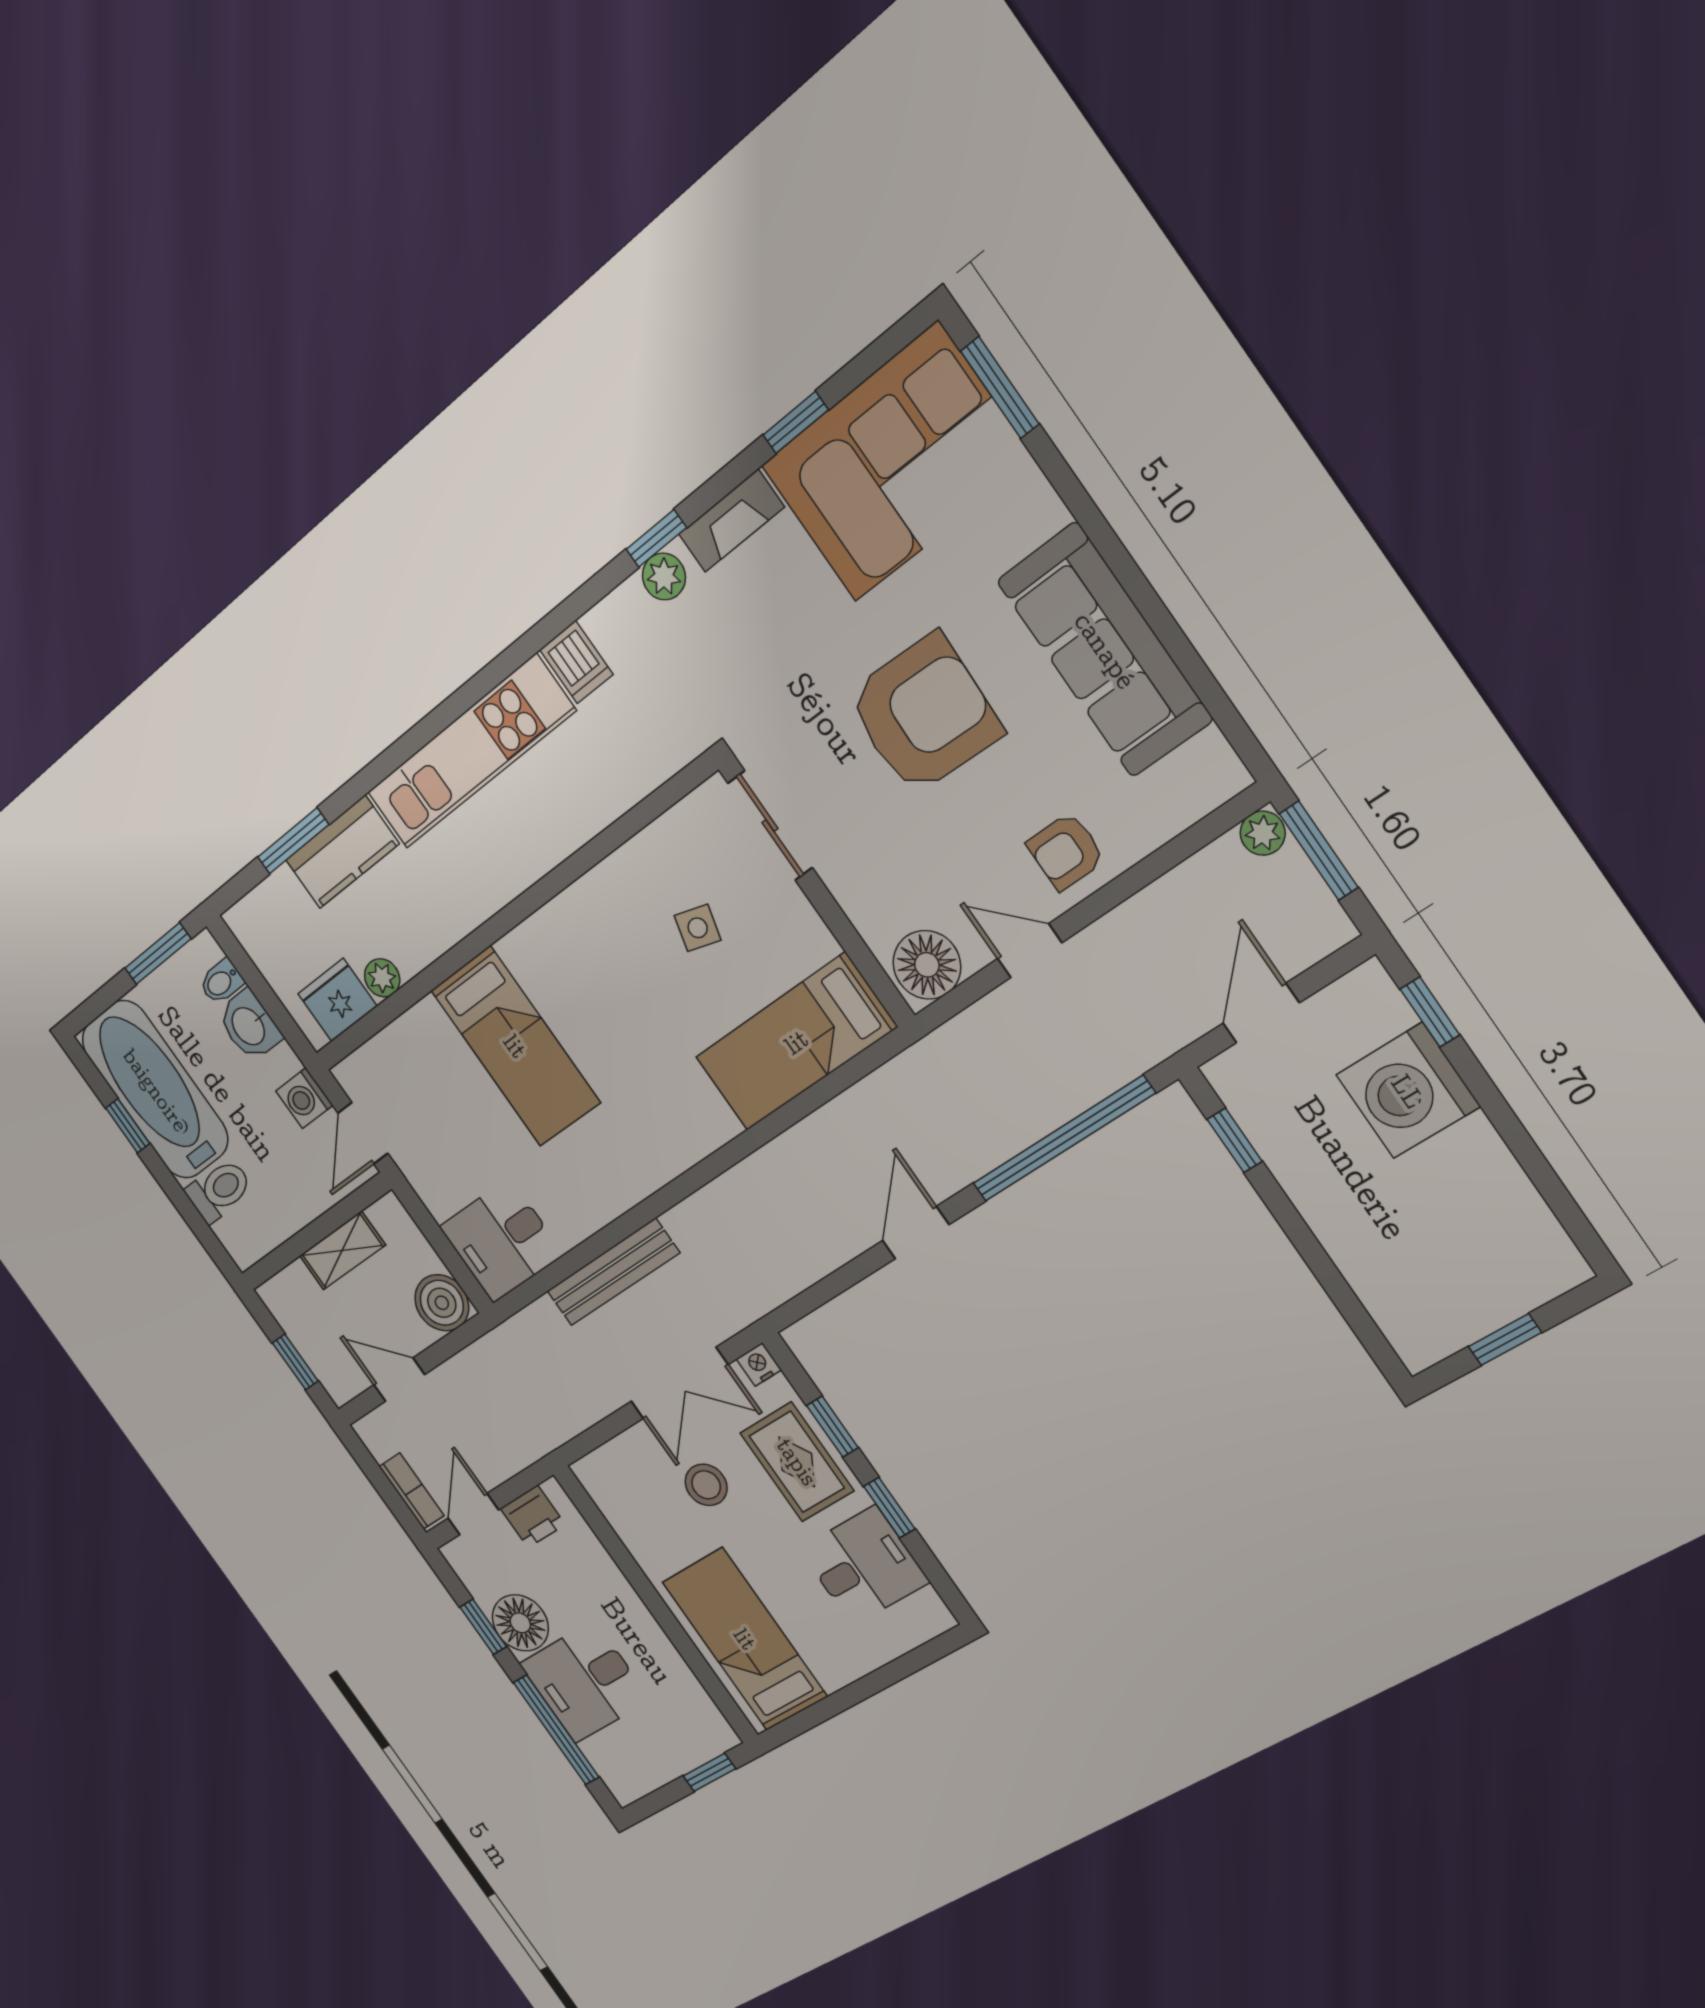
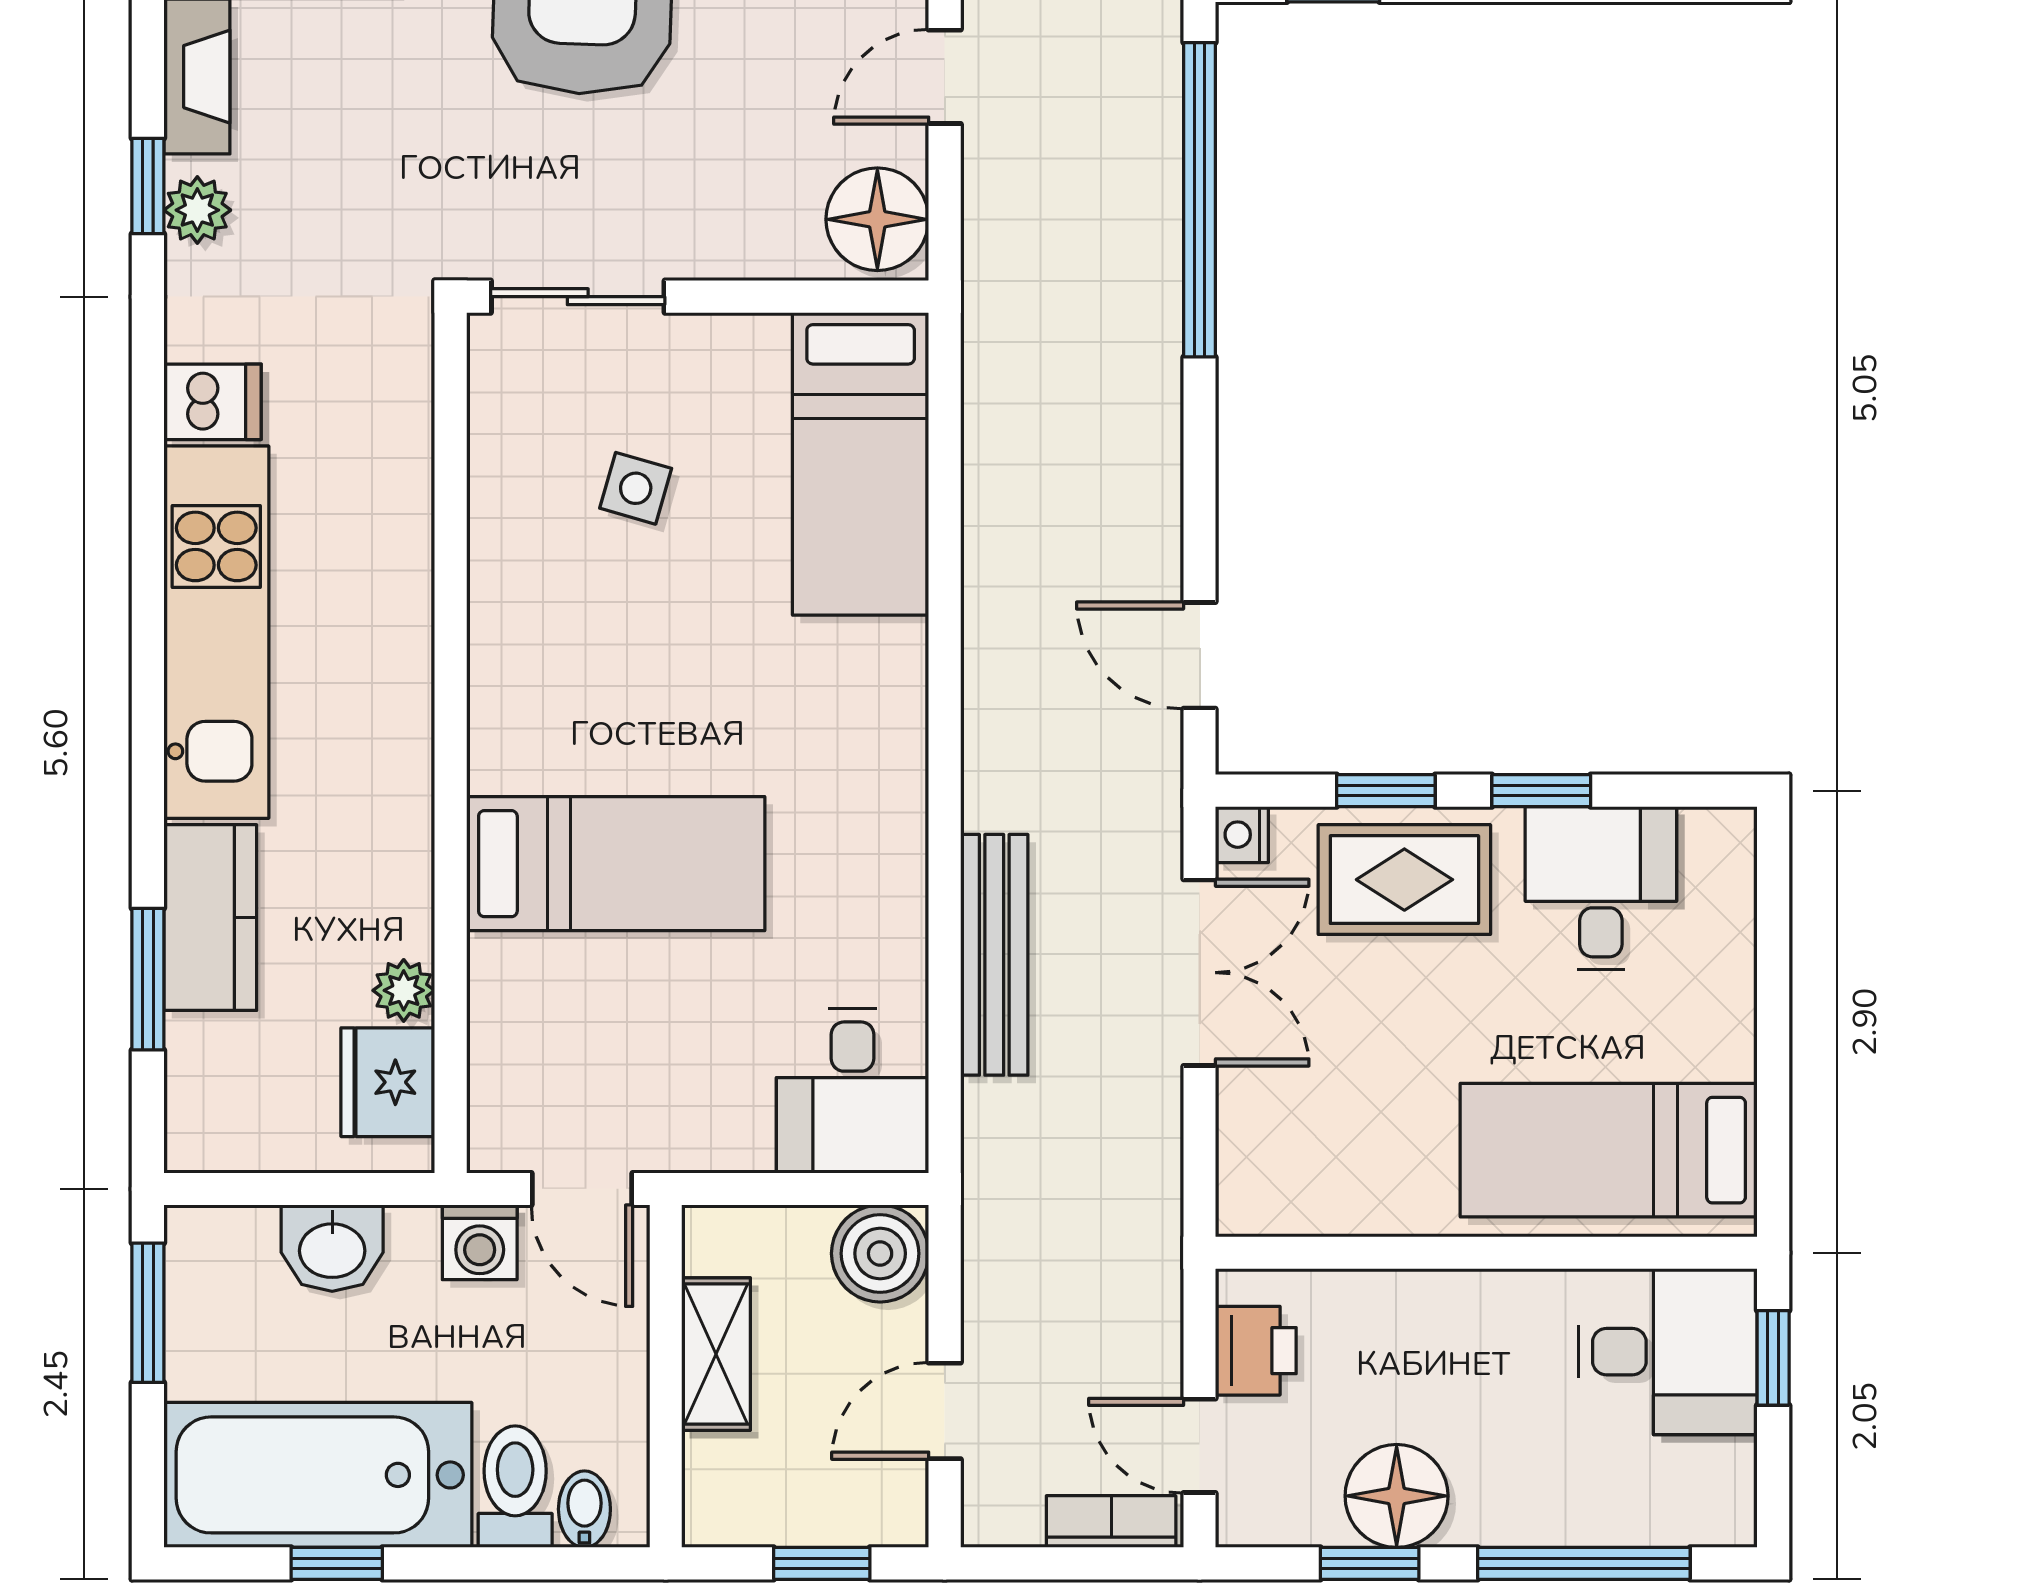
bidet: (221, 982) -> (584, 1509), moved, turned 180
door: (916, 1233) -> (1200, 655), moved
stool: (706, 1485) -> (1361, 1041), removed
desk: (585, 1682) -> (1668, 1352), moved, turned -90

